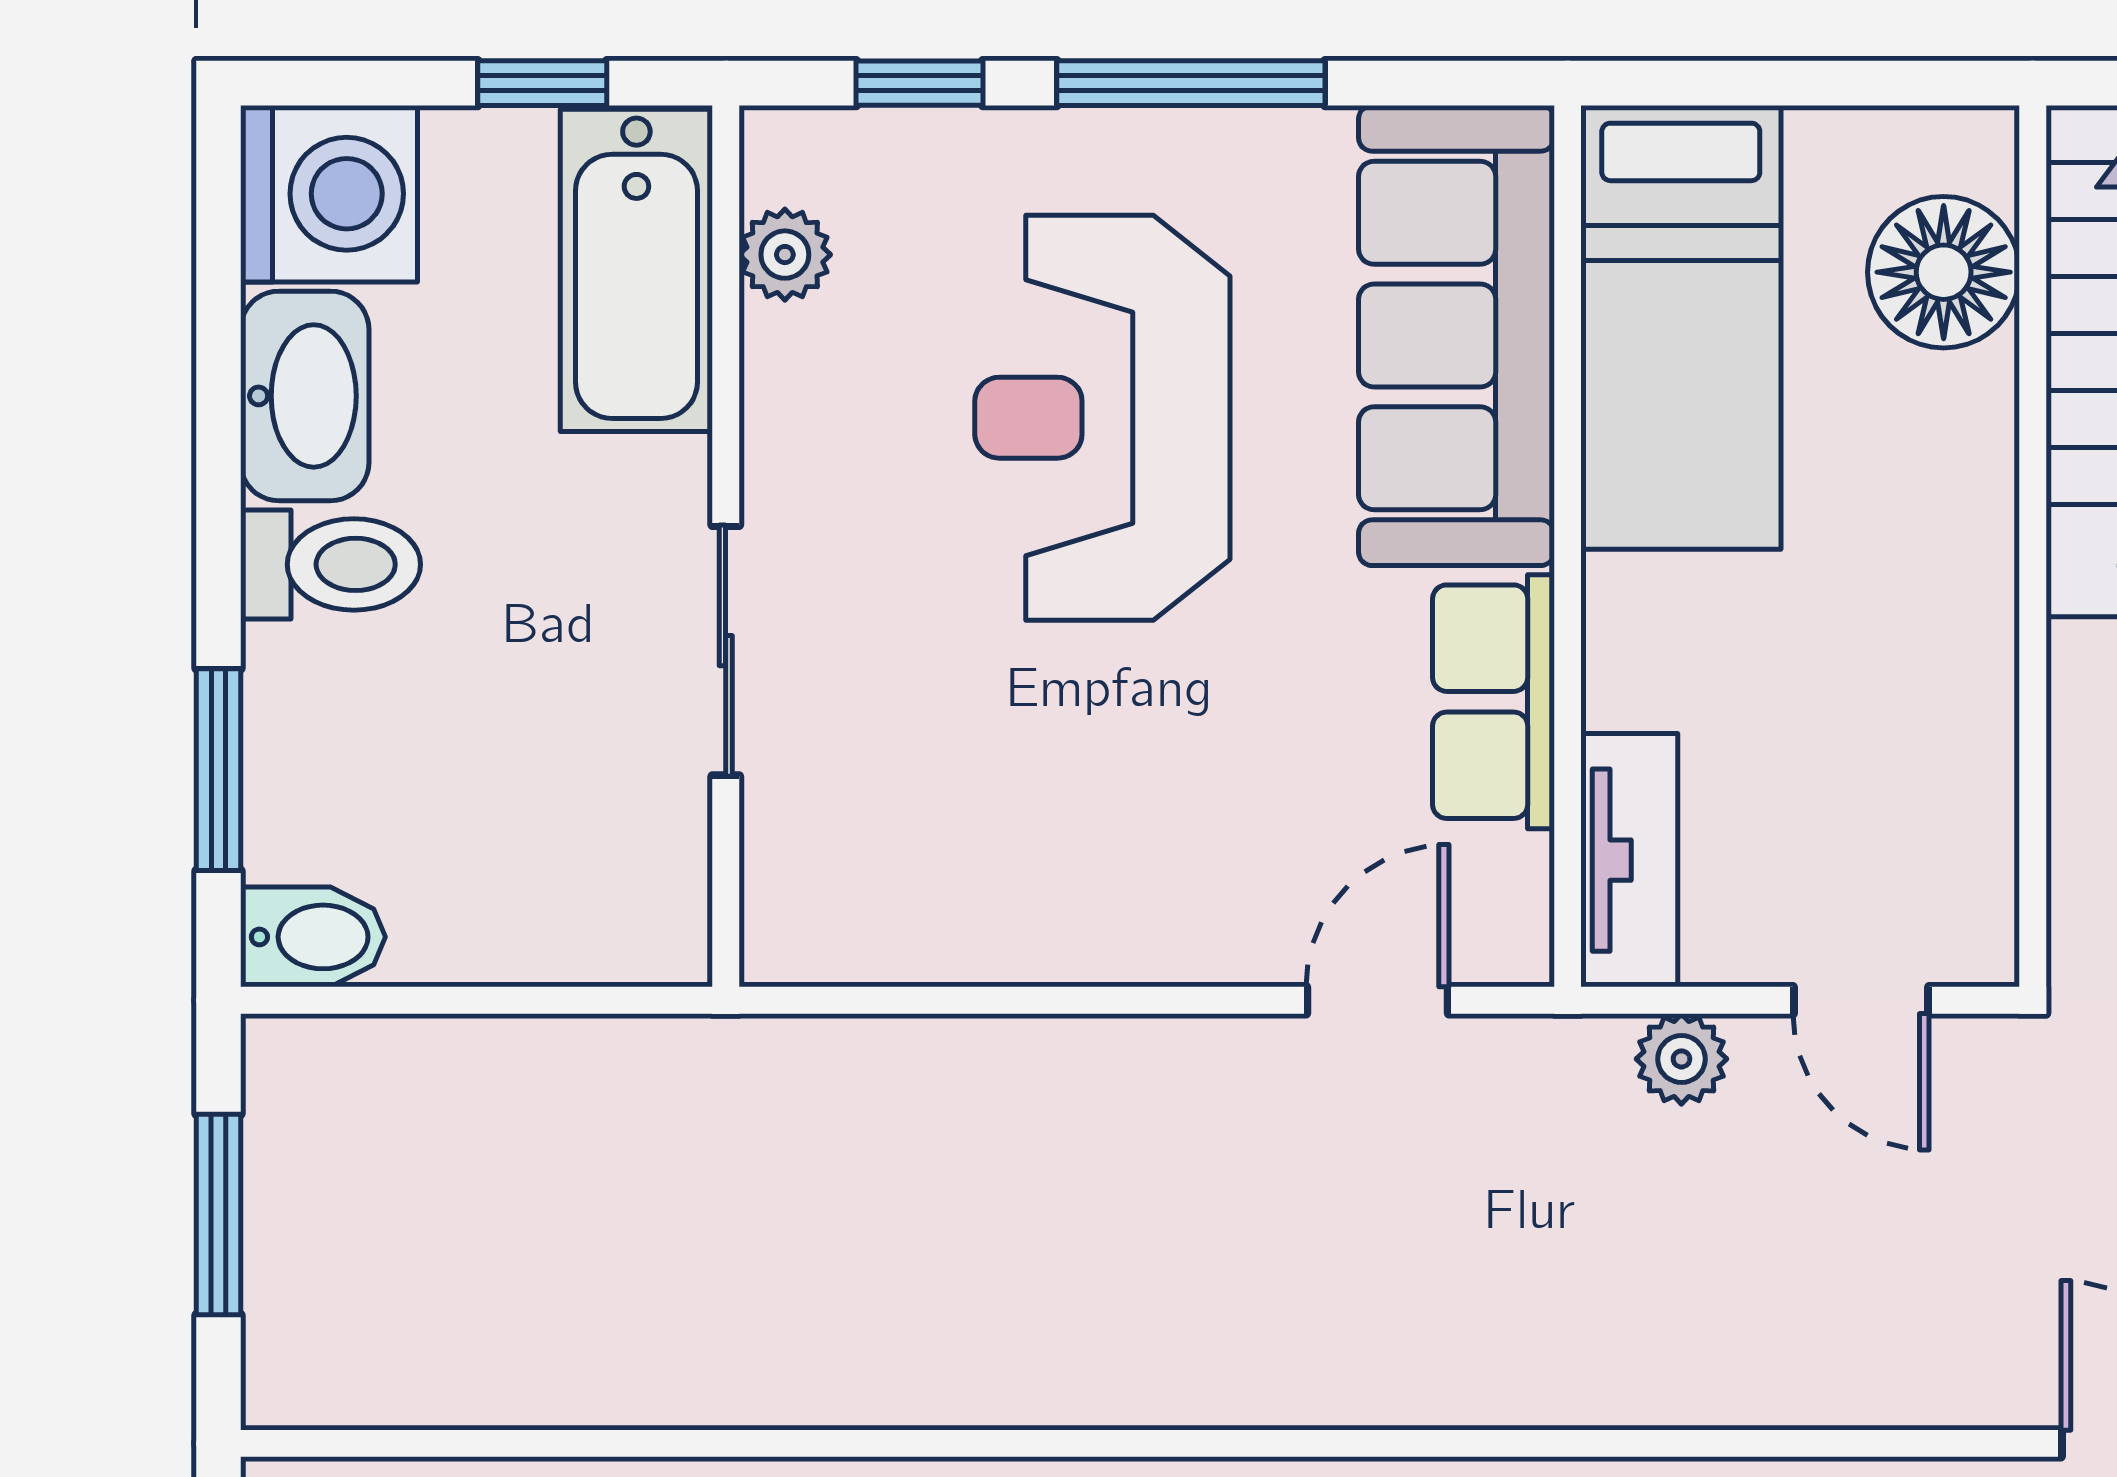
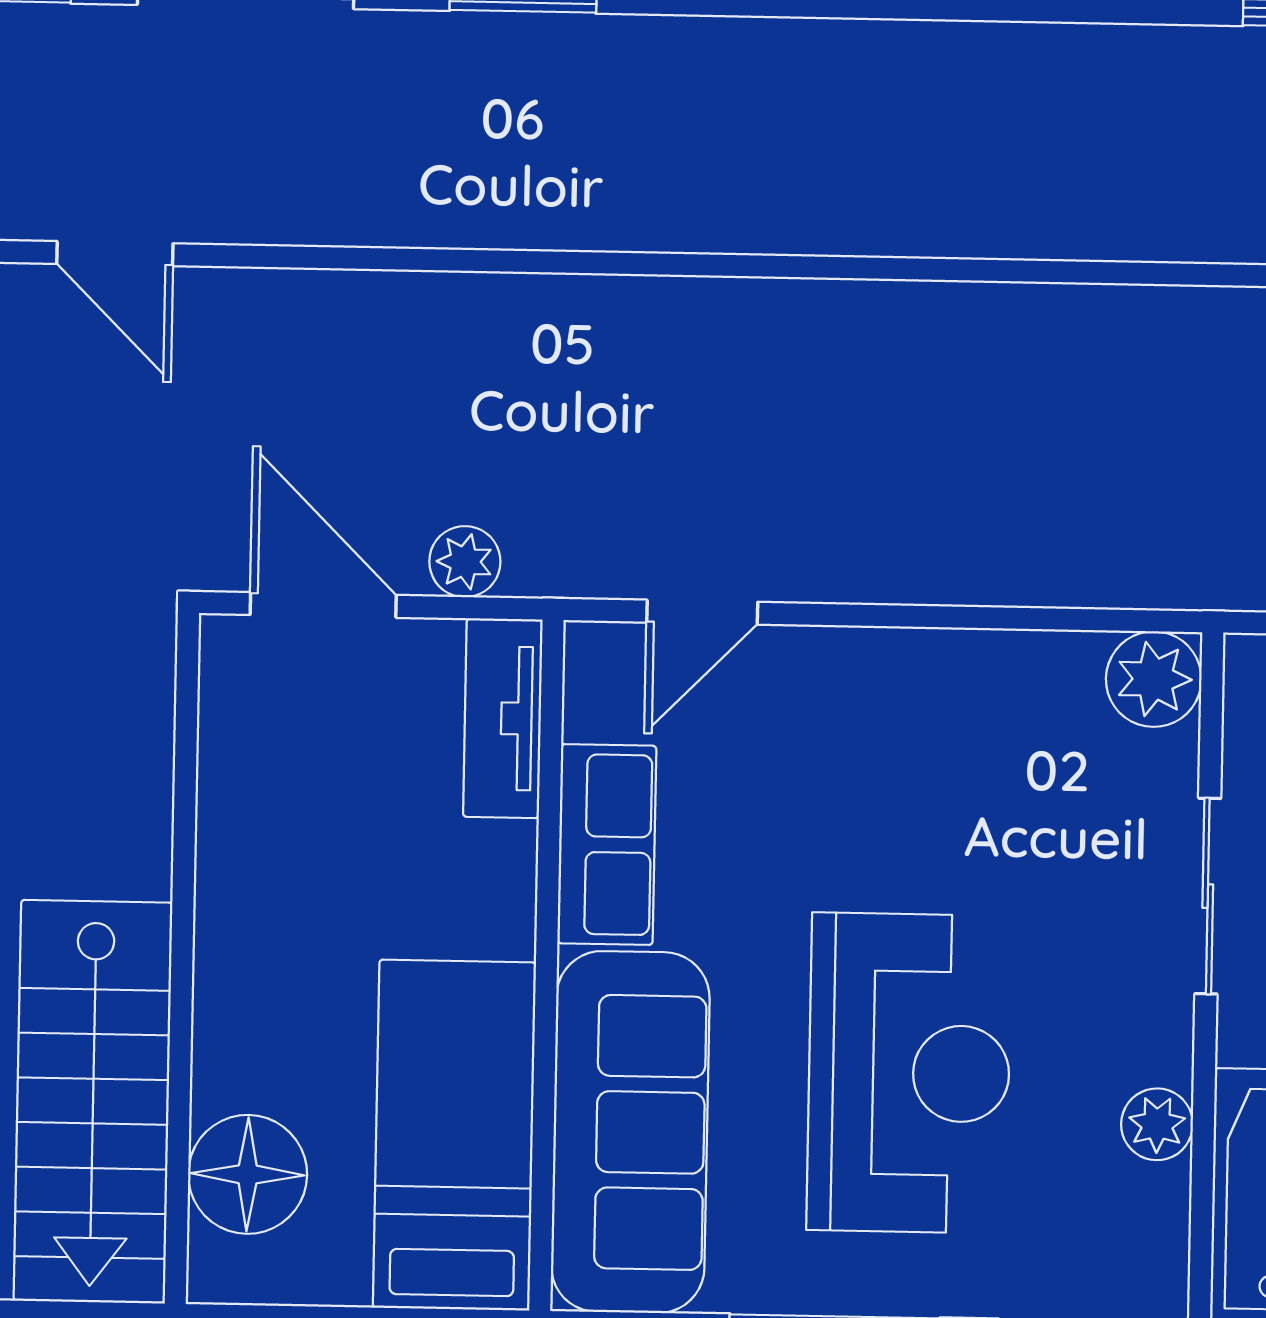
plant: (785, 255) -> (1157, 1124), moved
plant: (800, 926) -> (1154, 679), added
door: (1861, 1000) -> (323, 605), width x1.38

